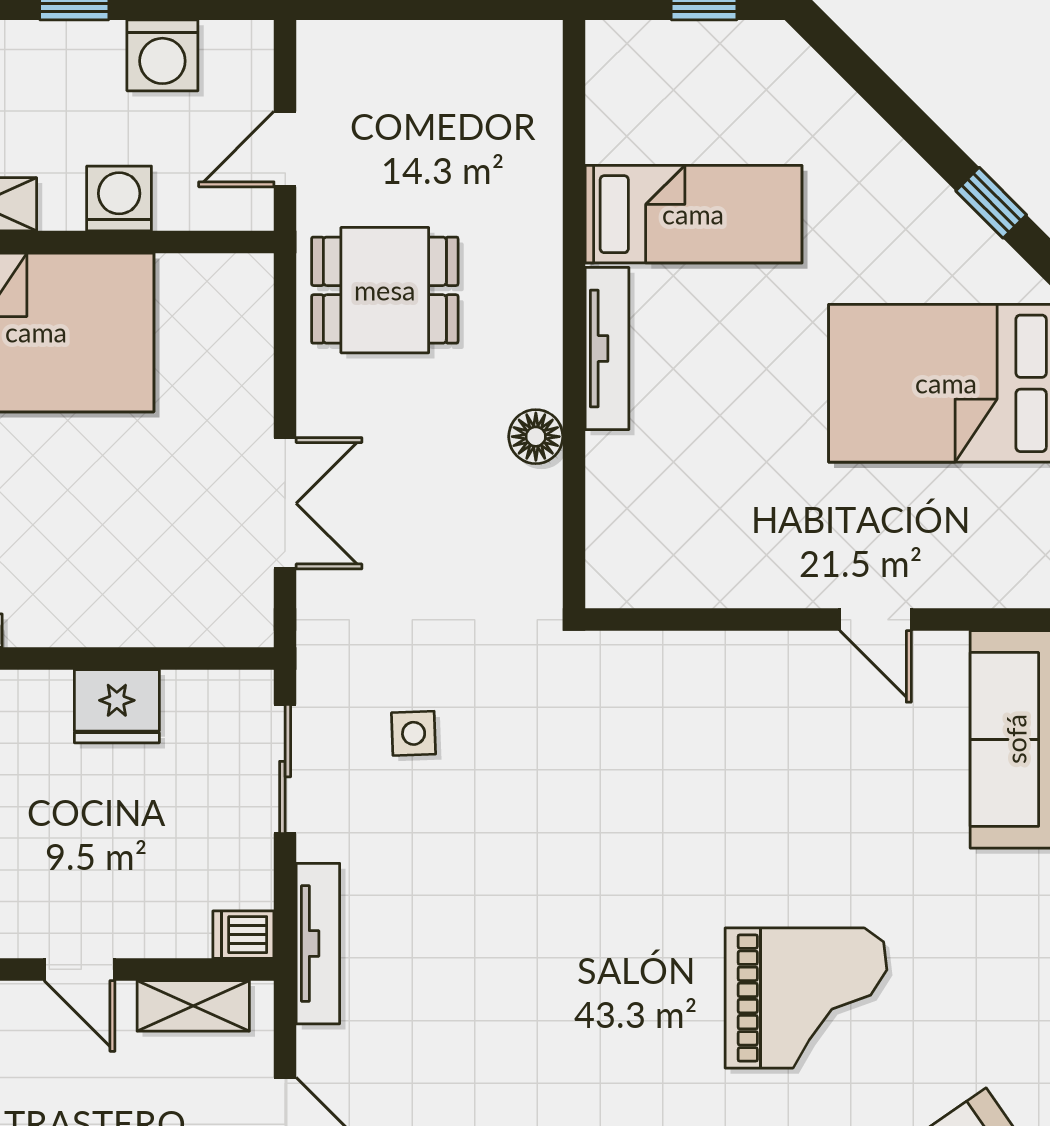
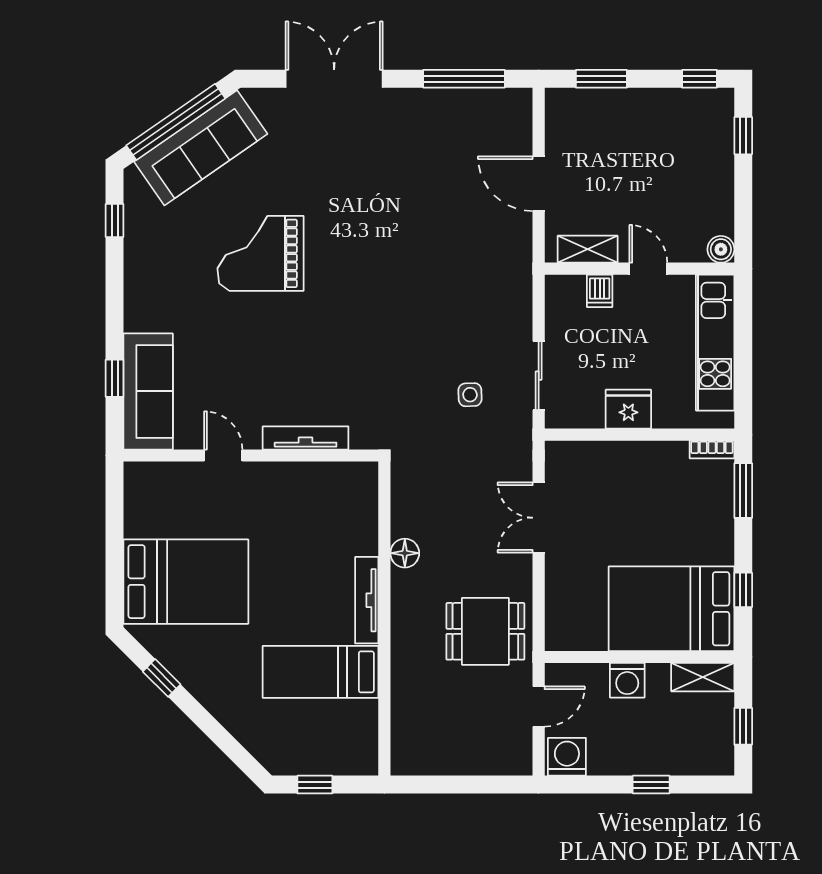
washing machine: (162, 55) -> (567, 757), moved
dishwasher: (243, 935) -> (600, 291), moved, turned 90
tv unit: (318, 944) -> (306, 438), moved, turned 90

